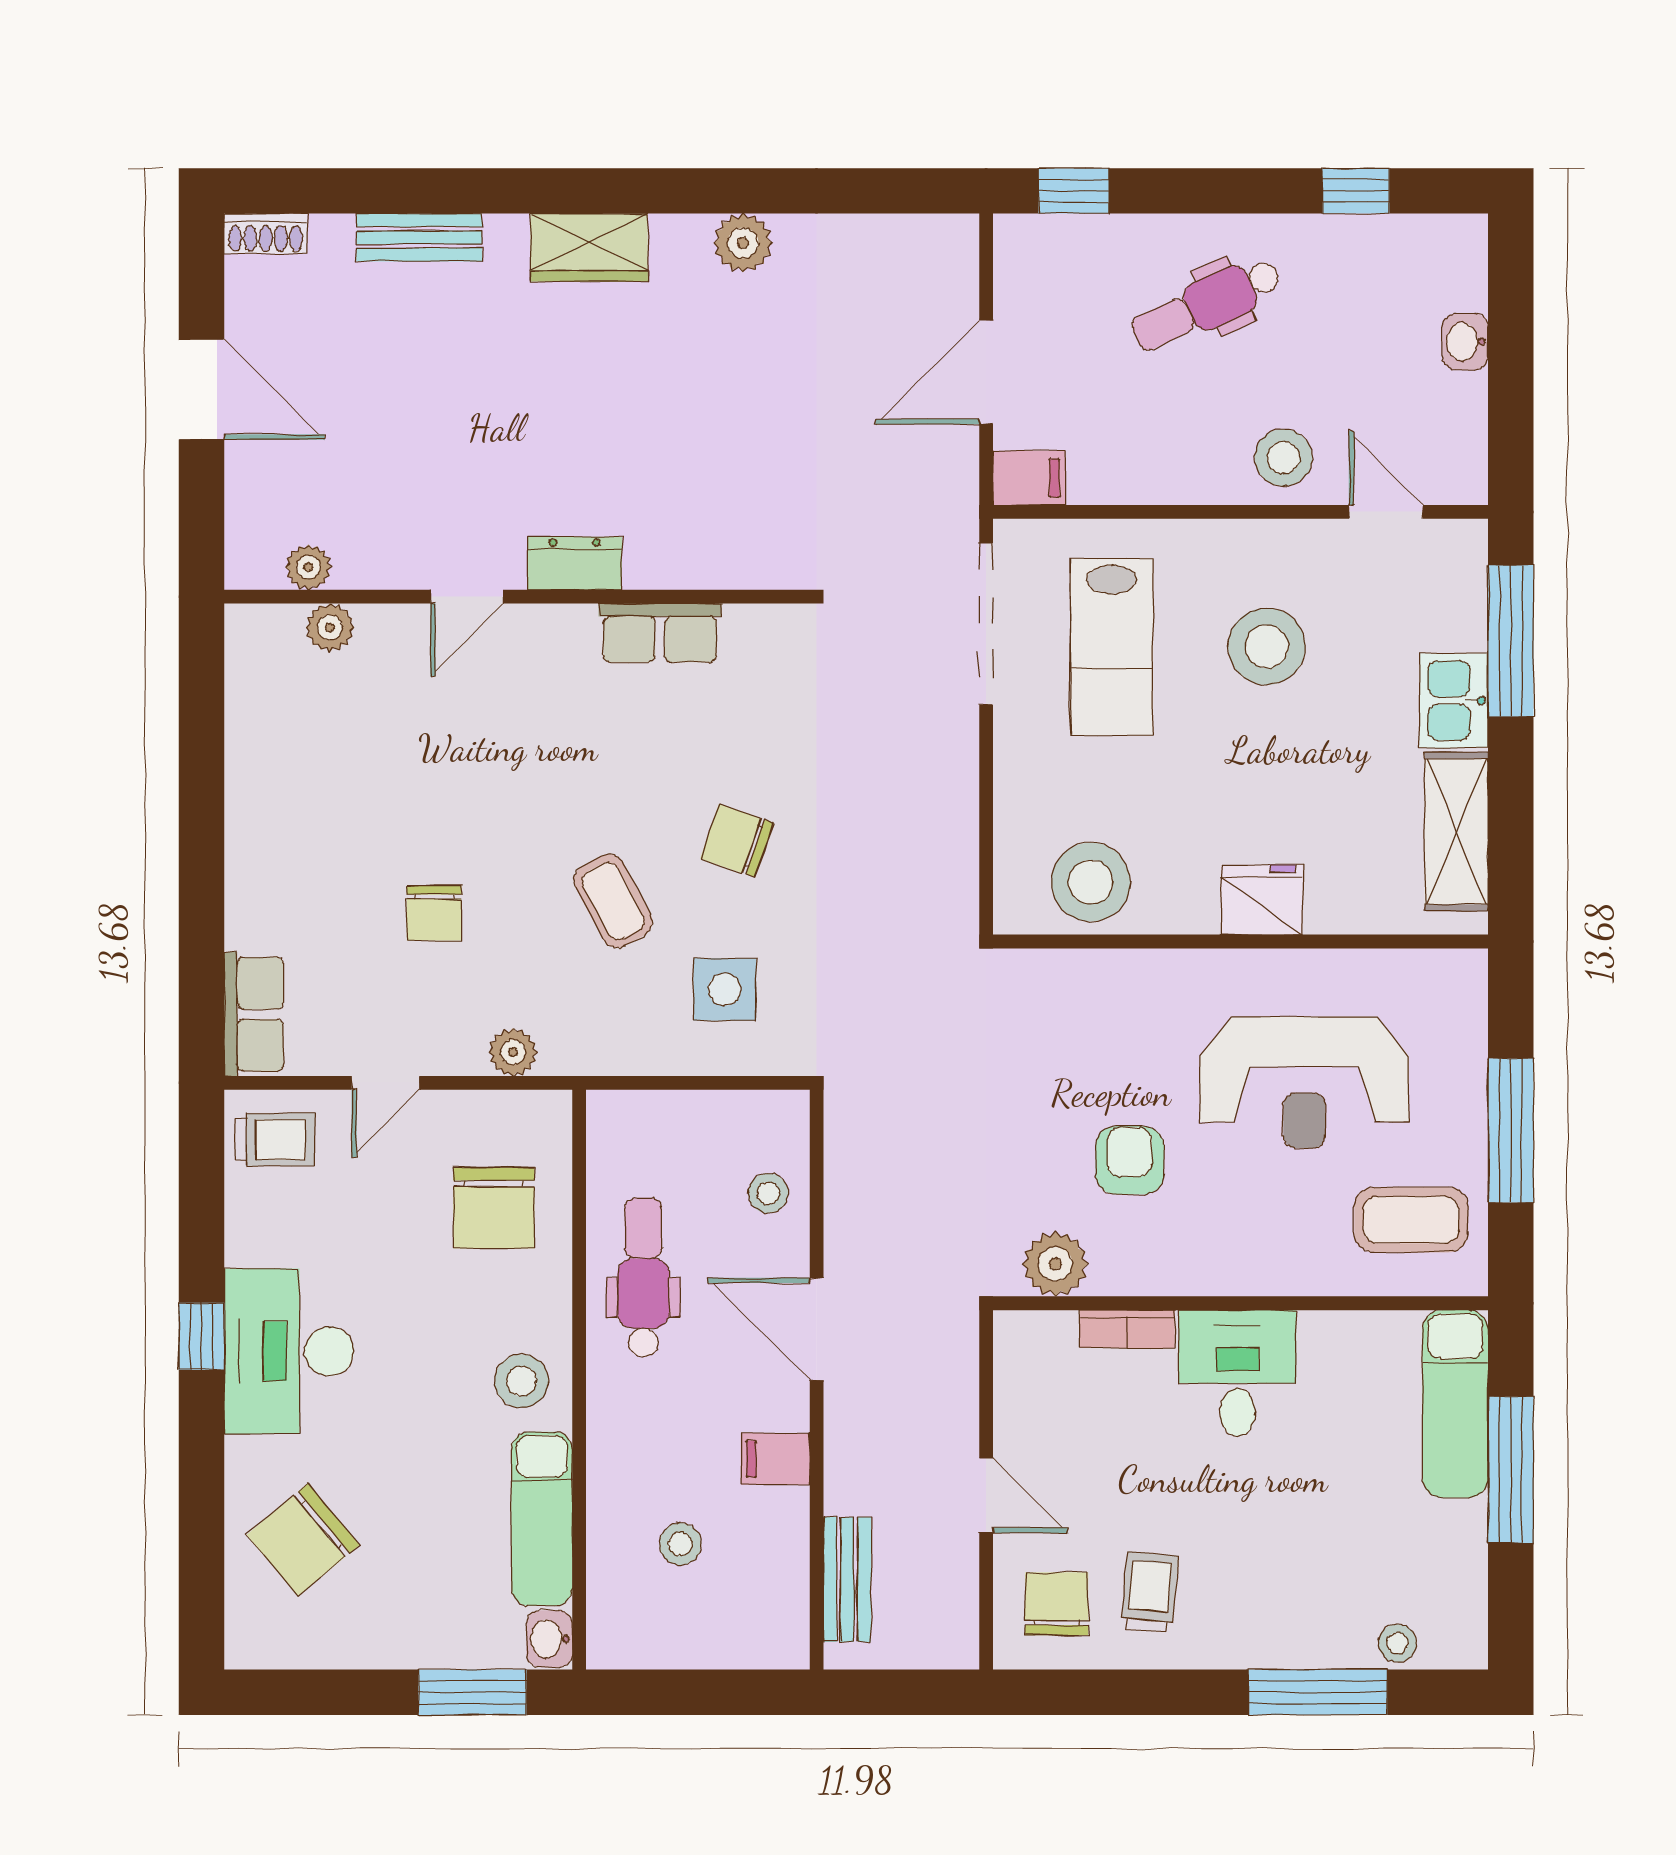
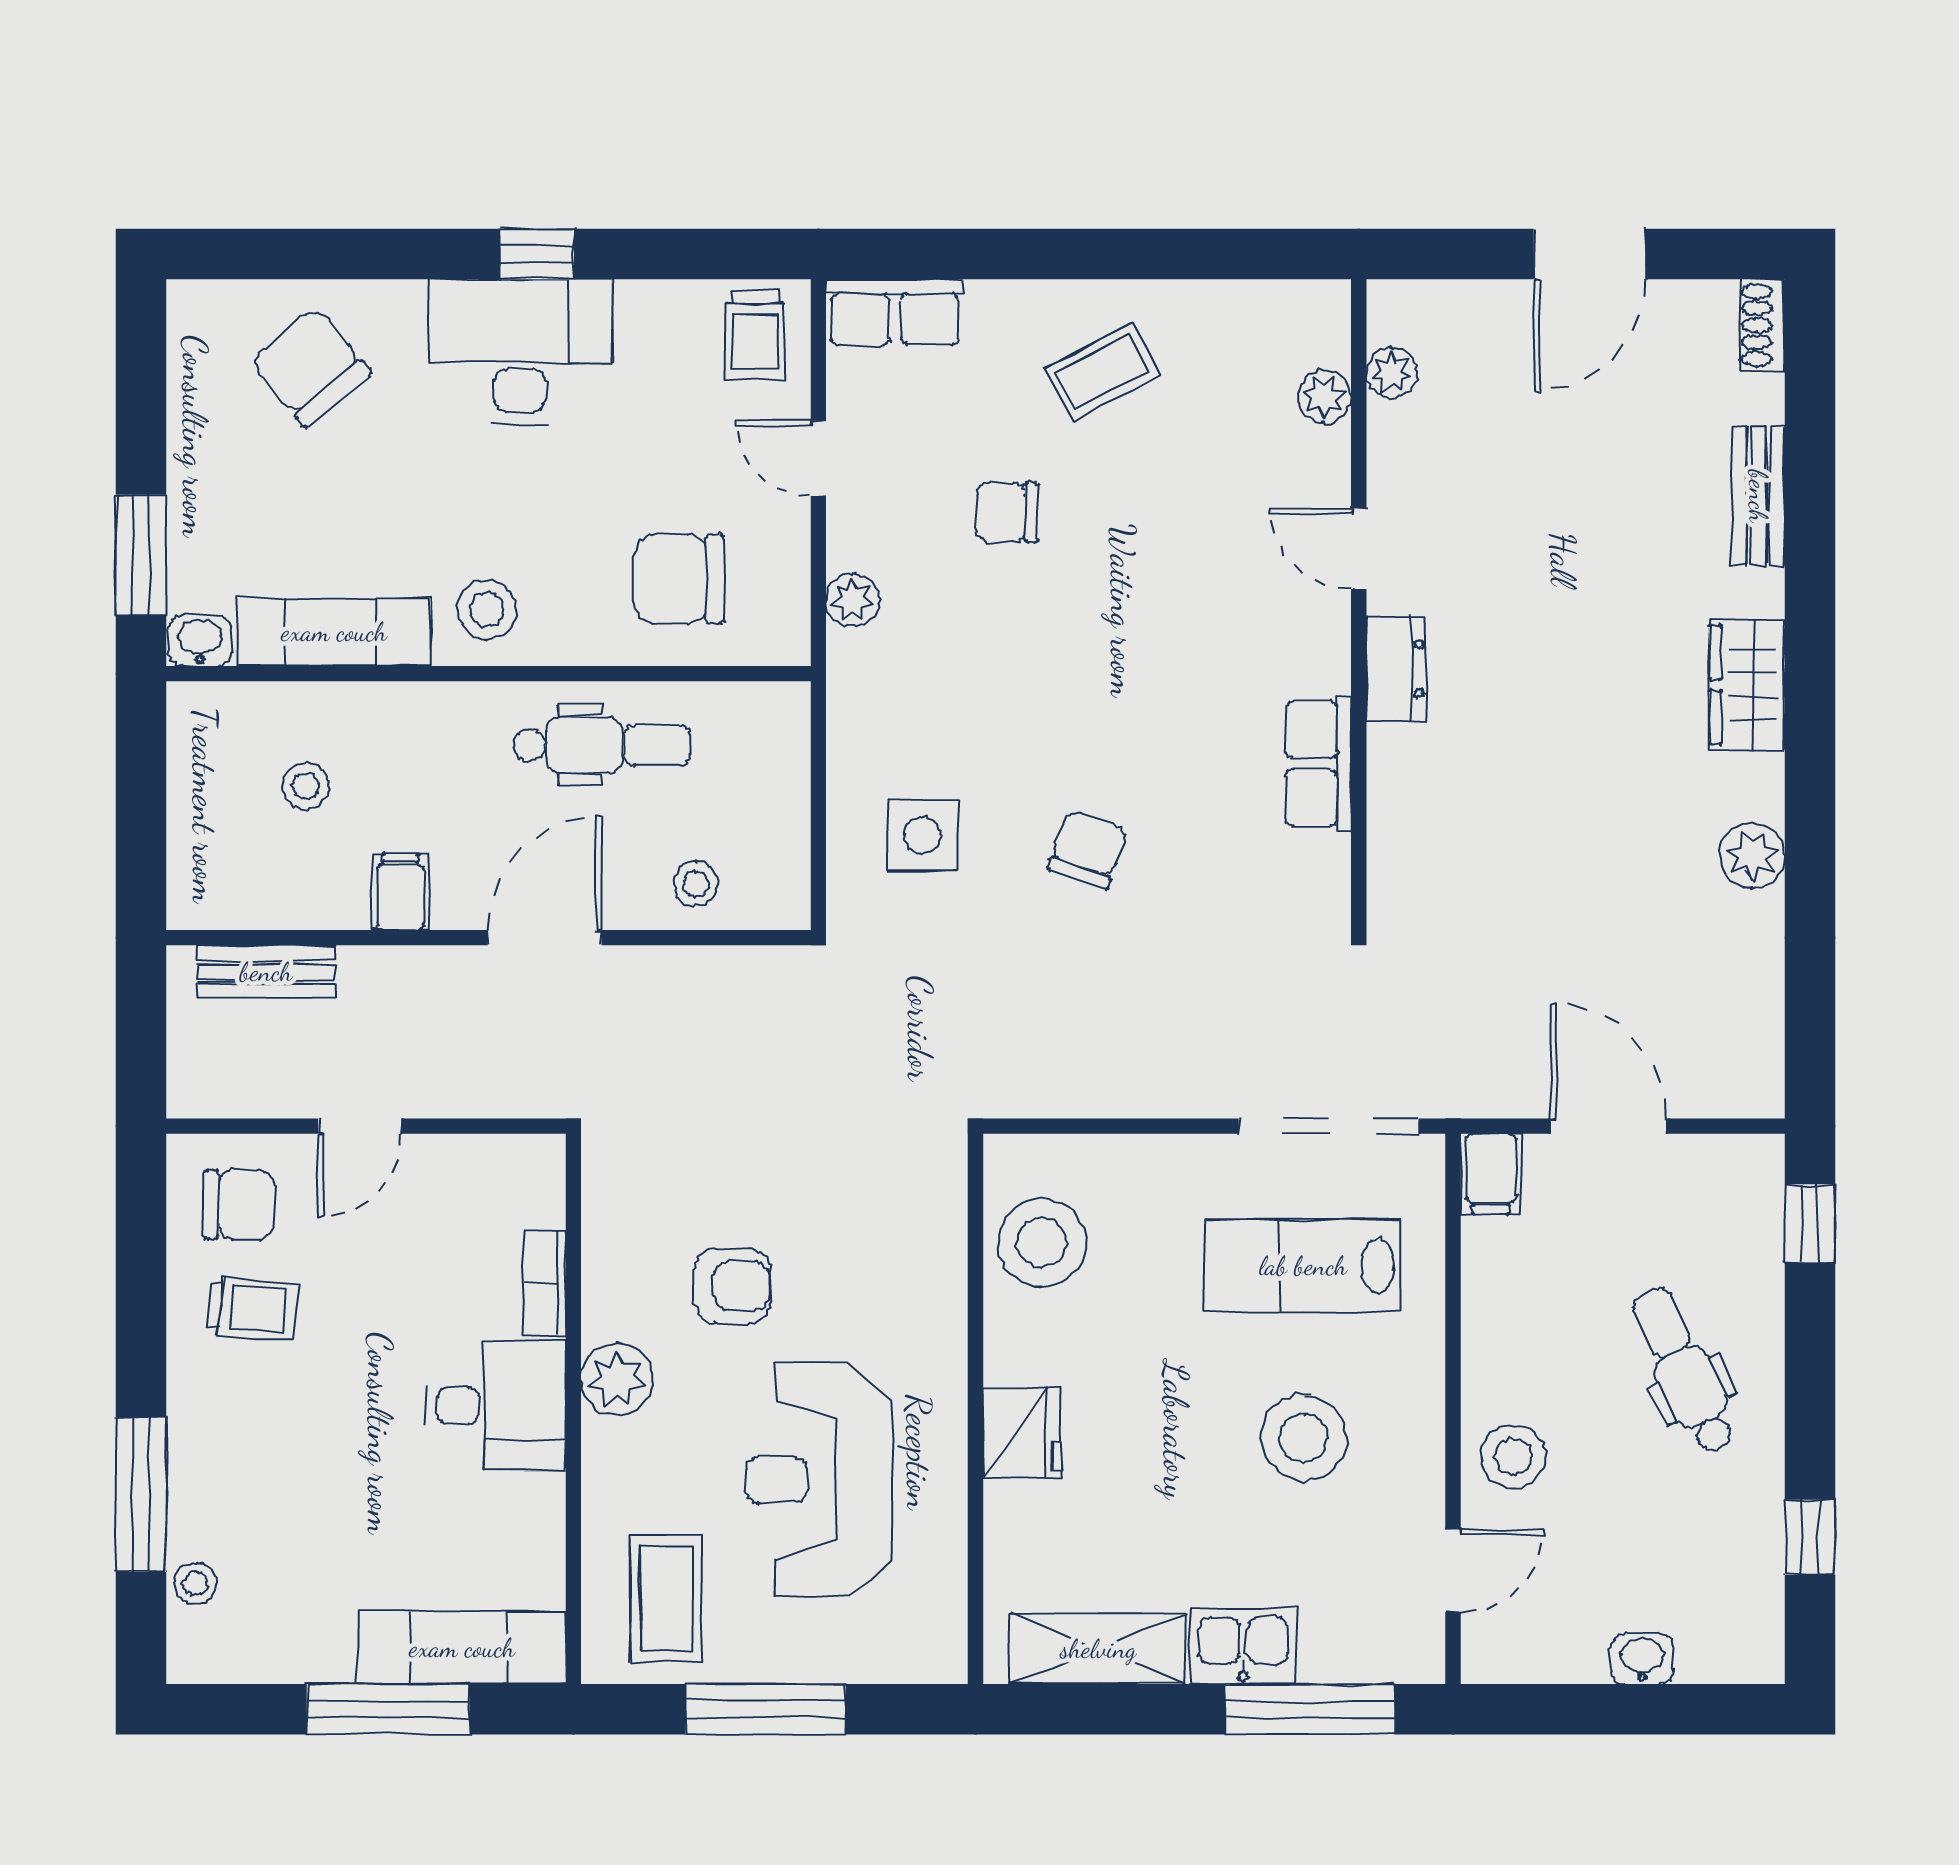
coffee table: (613, 901) -> (1102, 372), moved
plant: (1055, 1264) -> (617, 1379), moved

